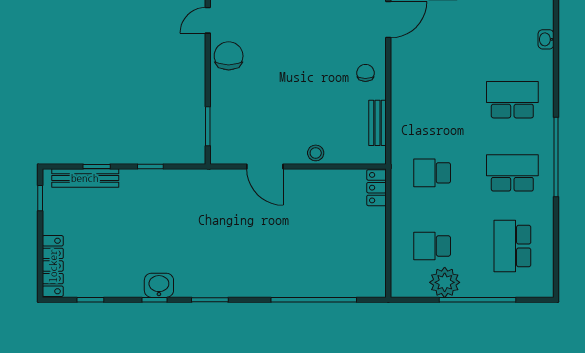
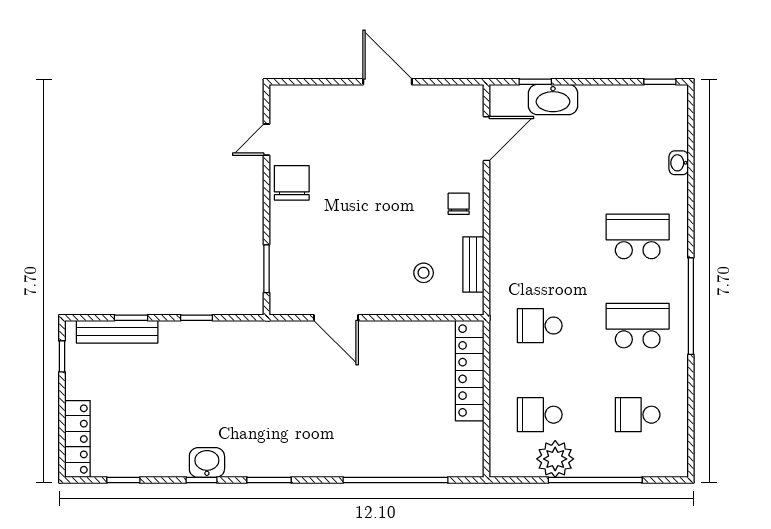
stool: (316, 153) -> (424, 273), moved
locker: (377, 188) -> (470, 371), width x2.16, depth x1.21
school desk: (512, 246) -> (638, 415), width x0.54

